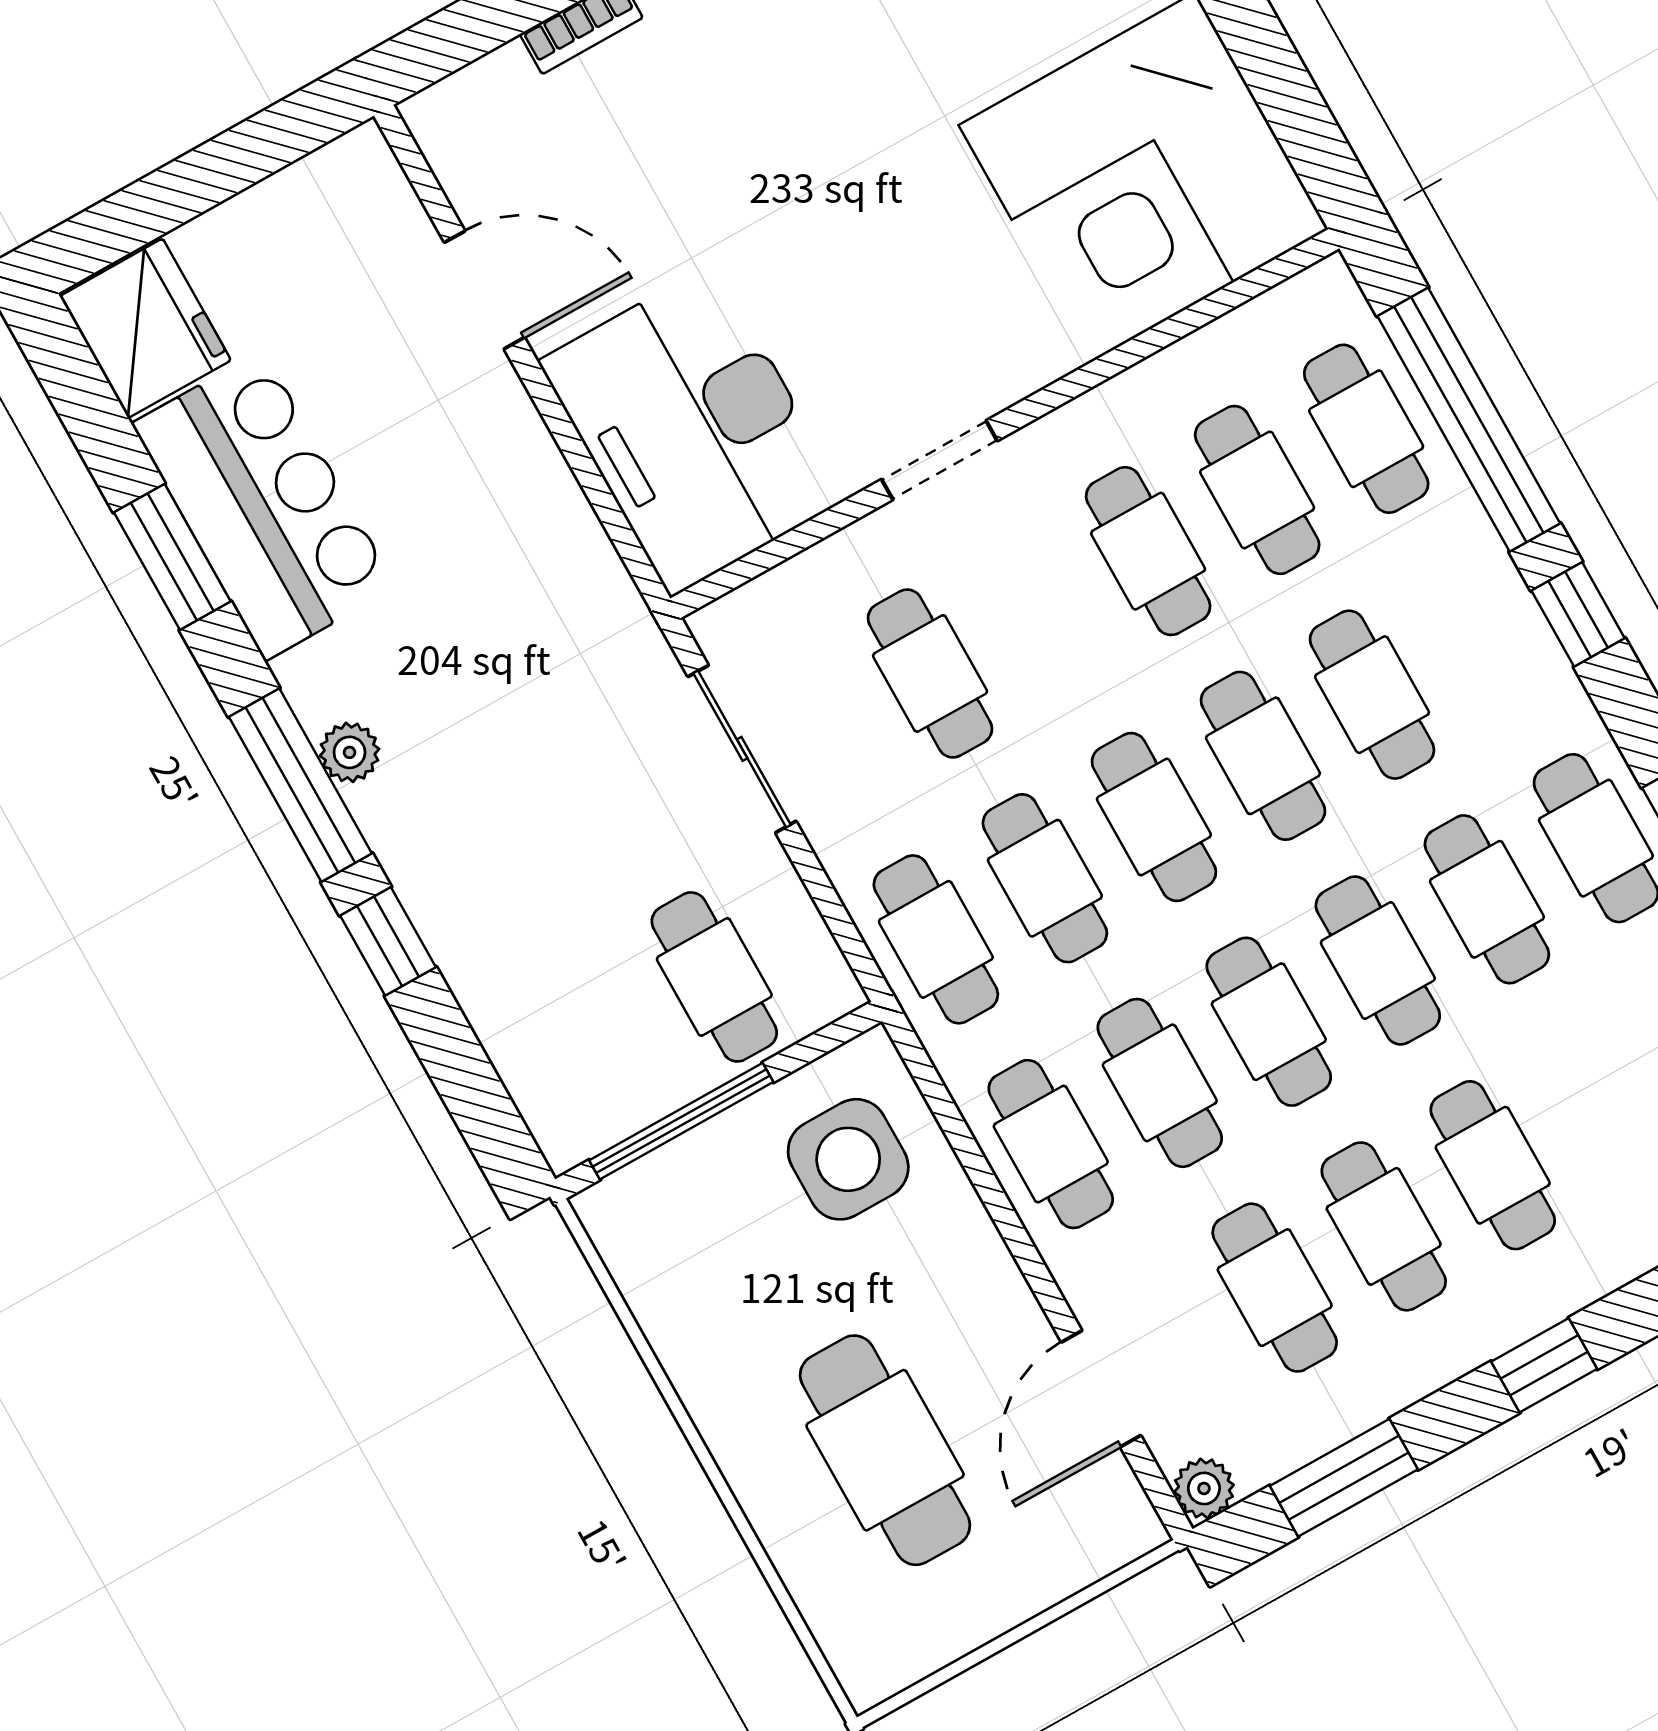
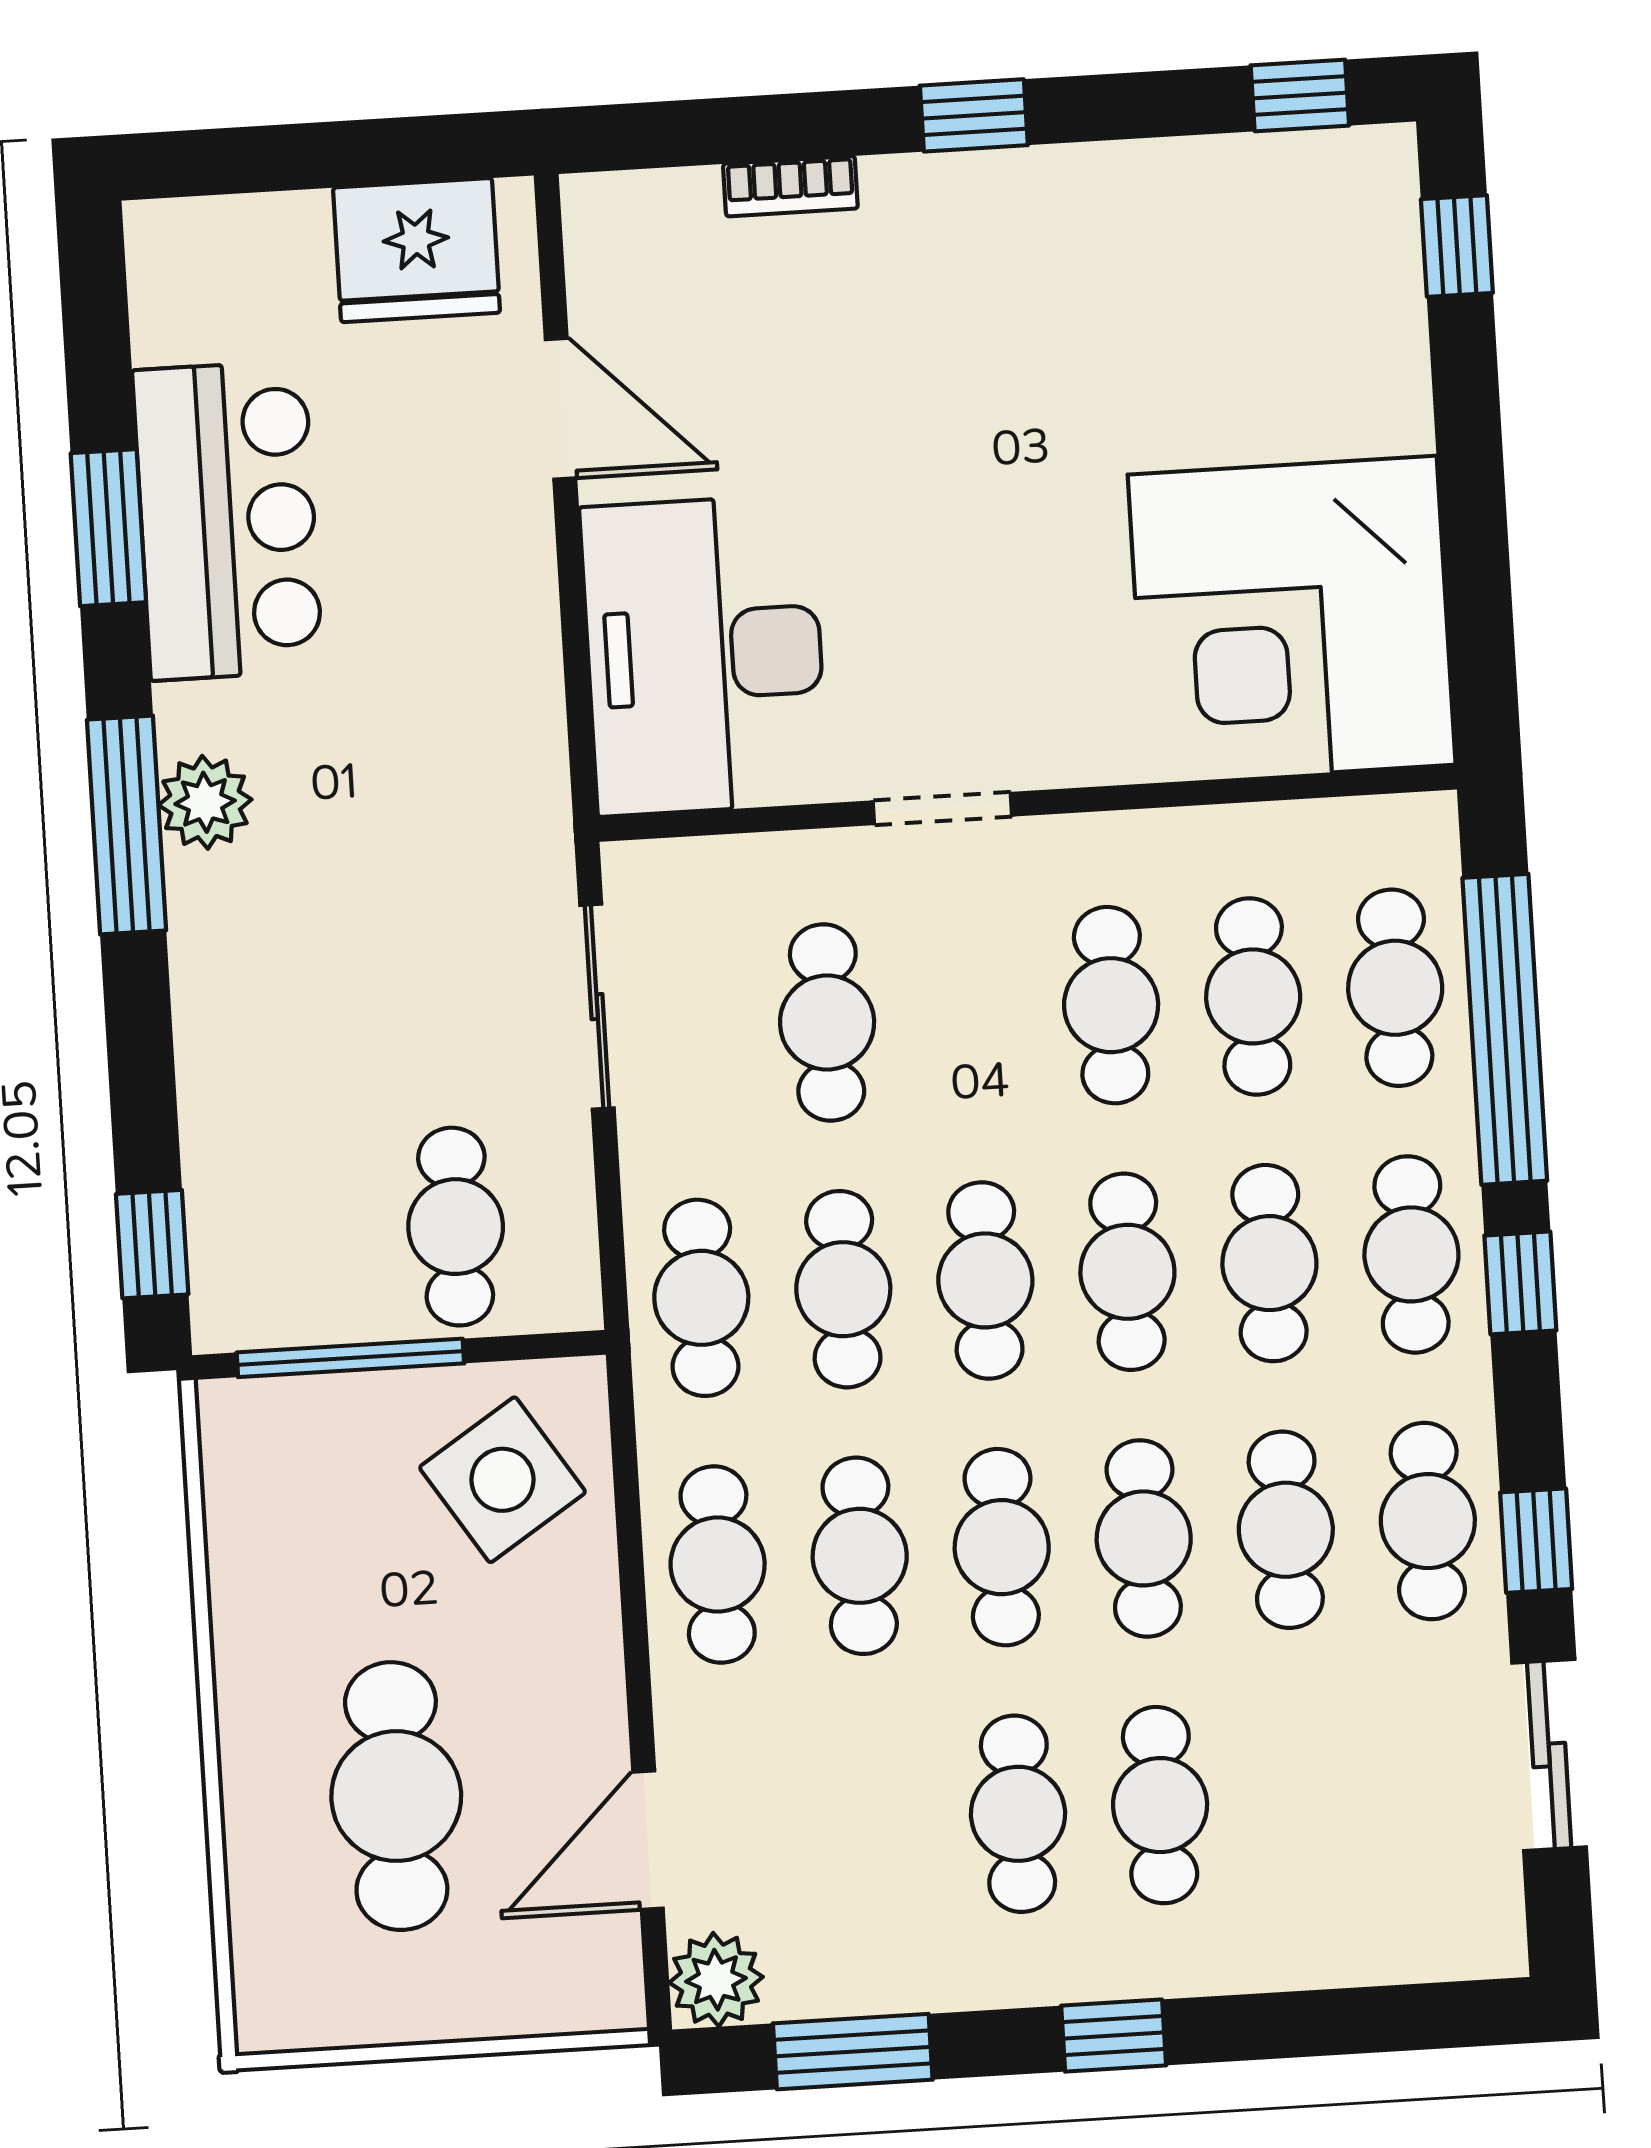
fridge: (145, 328) -> (417, 250), moved, turned 90
plant: (350, 752) -> (205, 802), width x1.38, depth x1.38
window: (388, 941) -> (152, 1244), moved
side table: (848, 1159) -> (502, 1480), turned -33
cafe table: (1275, 1288) -> (1411, 1254), moved
plant: (1204, 1488) -> (716, 1980), width x1.38, depth x1.38

